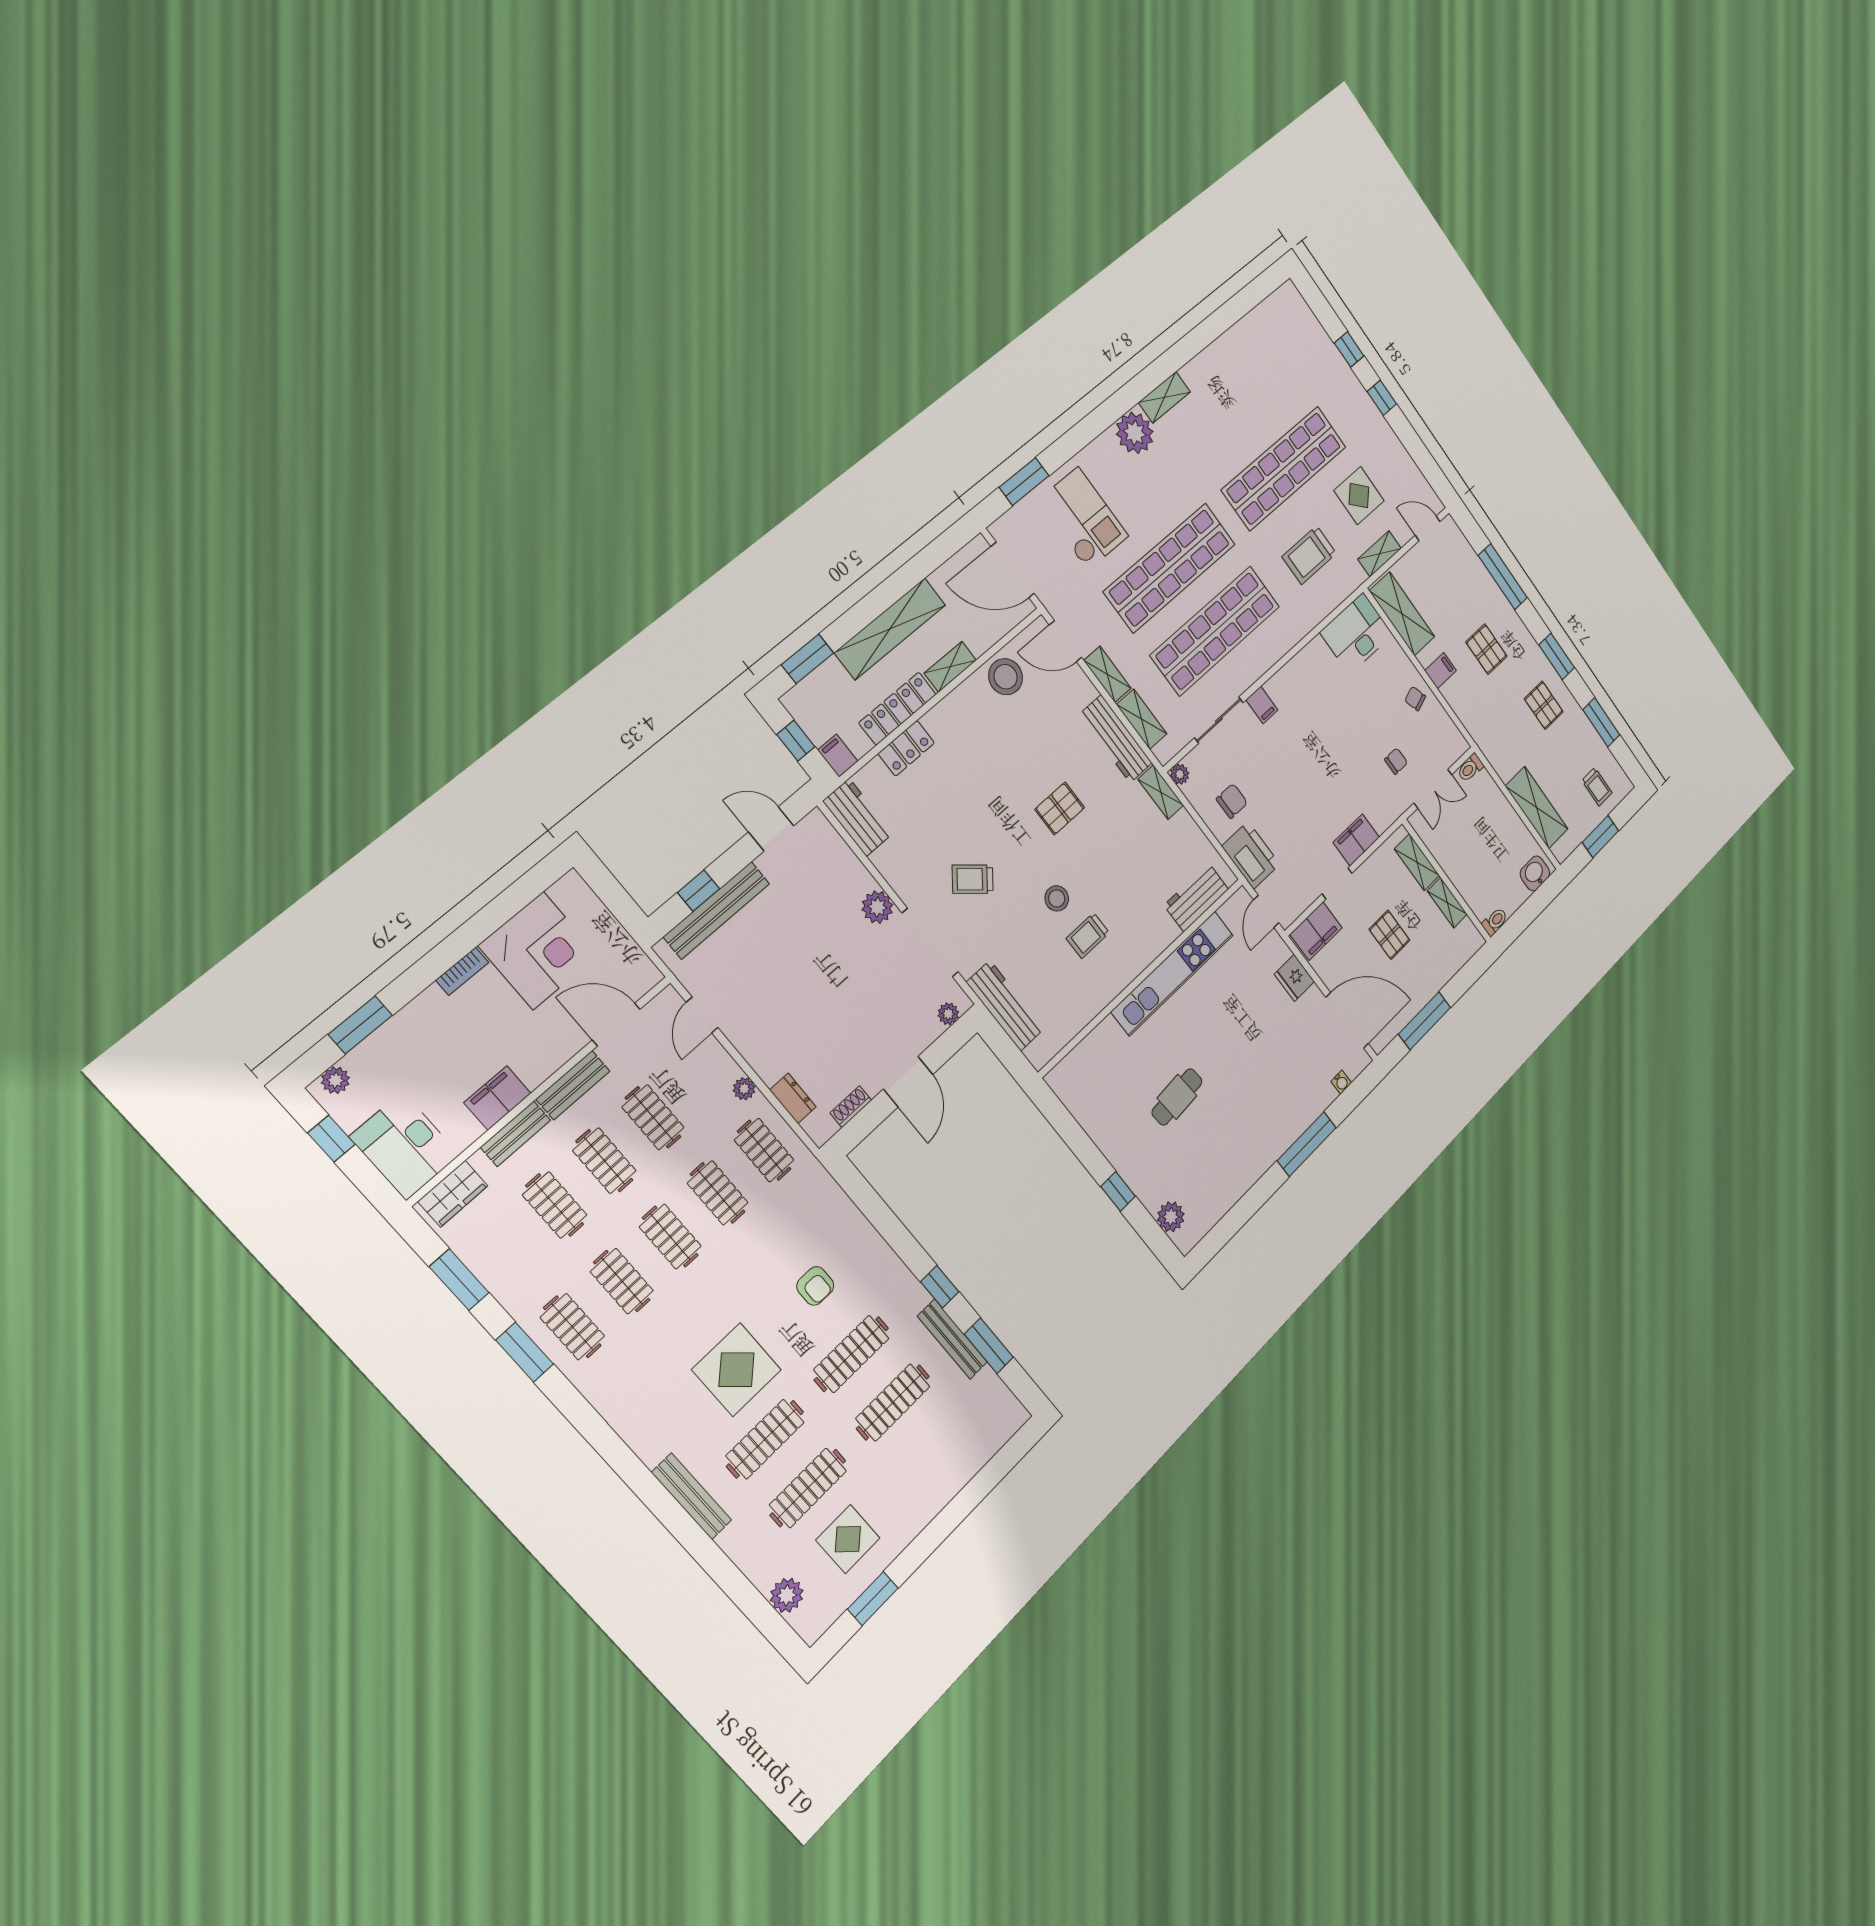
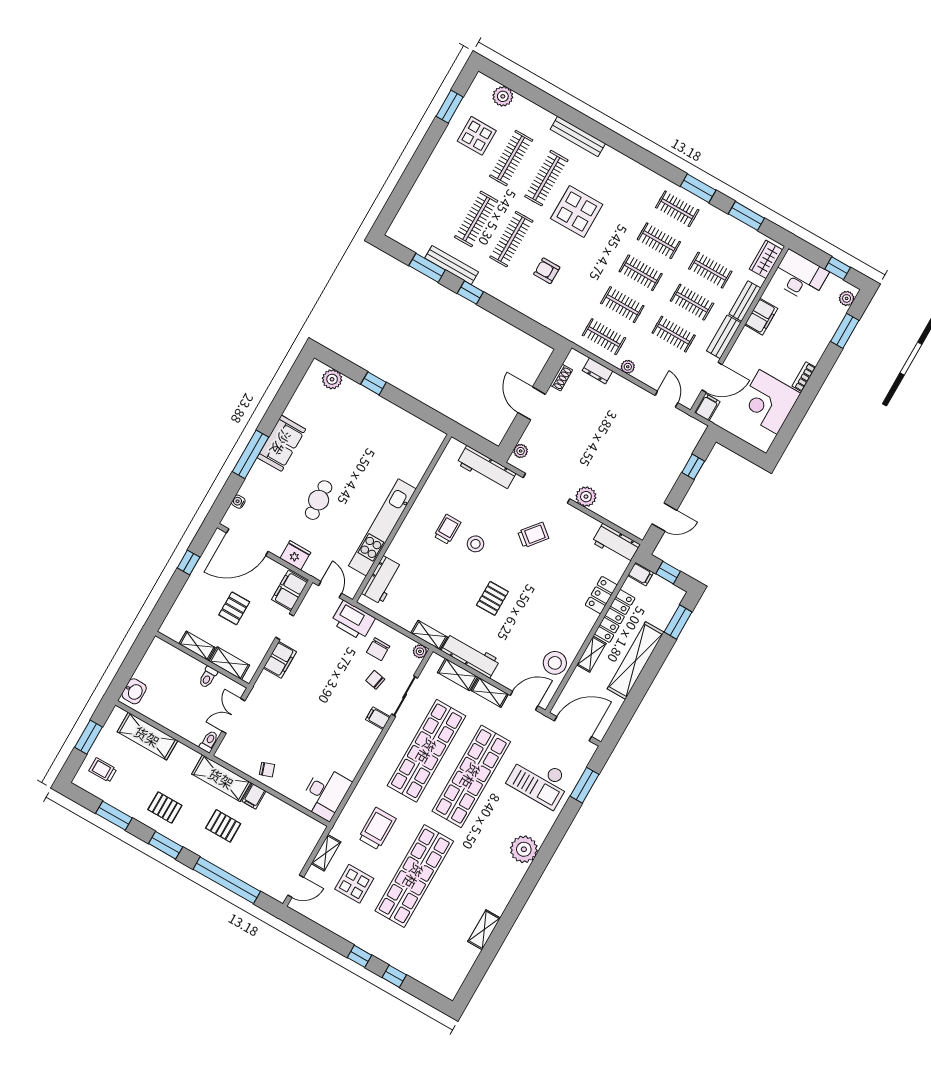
shelving: (1164, 397) -> (484, 930), moved
window: (1503, 577) -> (227, 880), width x1.46
shelving: (1402, 614) -> (221, 778), moved
chair: (1396, 761) -> (375, 680), moved, turned 101
bench: (717, 910) -> (679, 460), removed
toilet: (1495, 922) -> (208, 677), moved
pallet: (1389, 935) -> (234, 608), turned 90
filing cabinet: (642, 979) -> (707, 407), added
window: (1425, 1021) -> (189, 562), width x0.46
cafe table: (1177, 1097) -> (319, 500), moved
sofa: (1264, 1146) -> (281, 443), added

